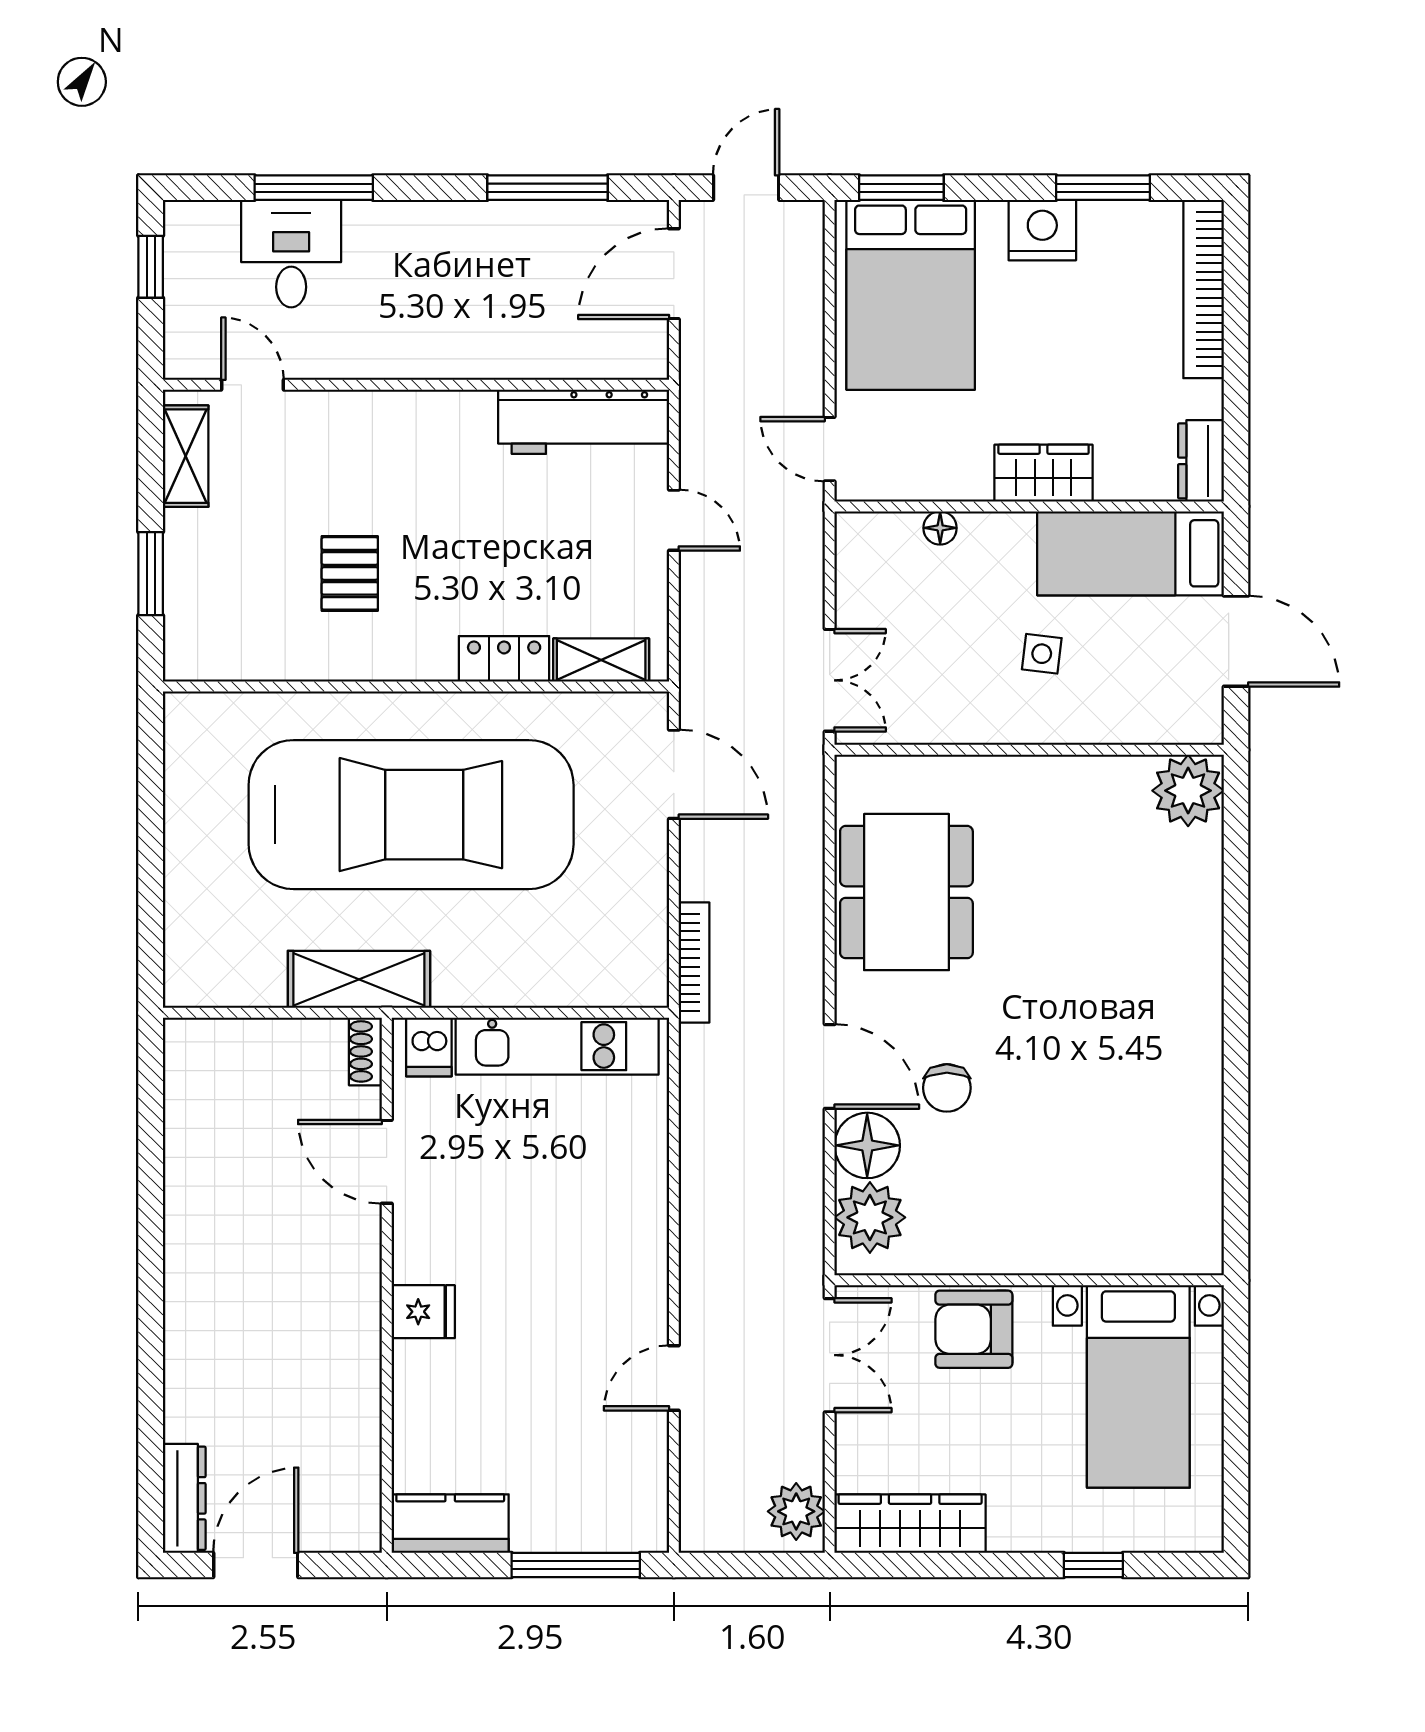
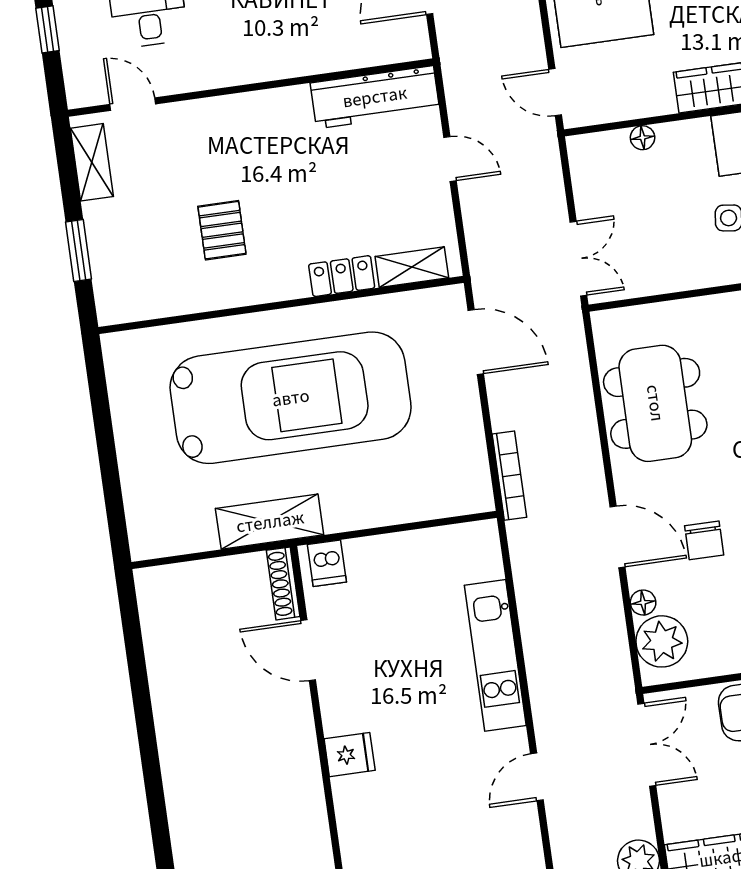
kitchen unit: (557, 1046) -> (495, 655), moved, turned 90
shoe rack: (365, 1051) -> (283, 583), width x1.43
floor lamp: (867, 1145) -> (643, 603), width x0.53, depth x0.53

